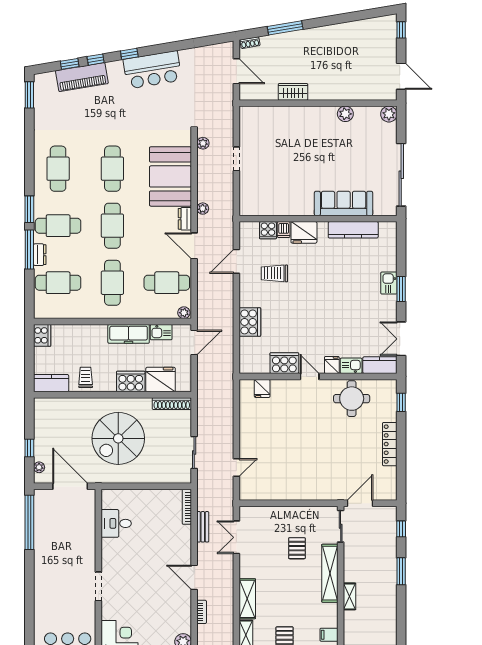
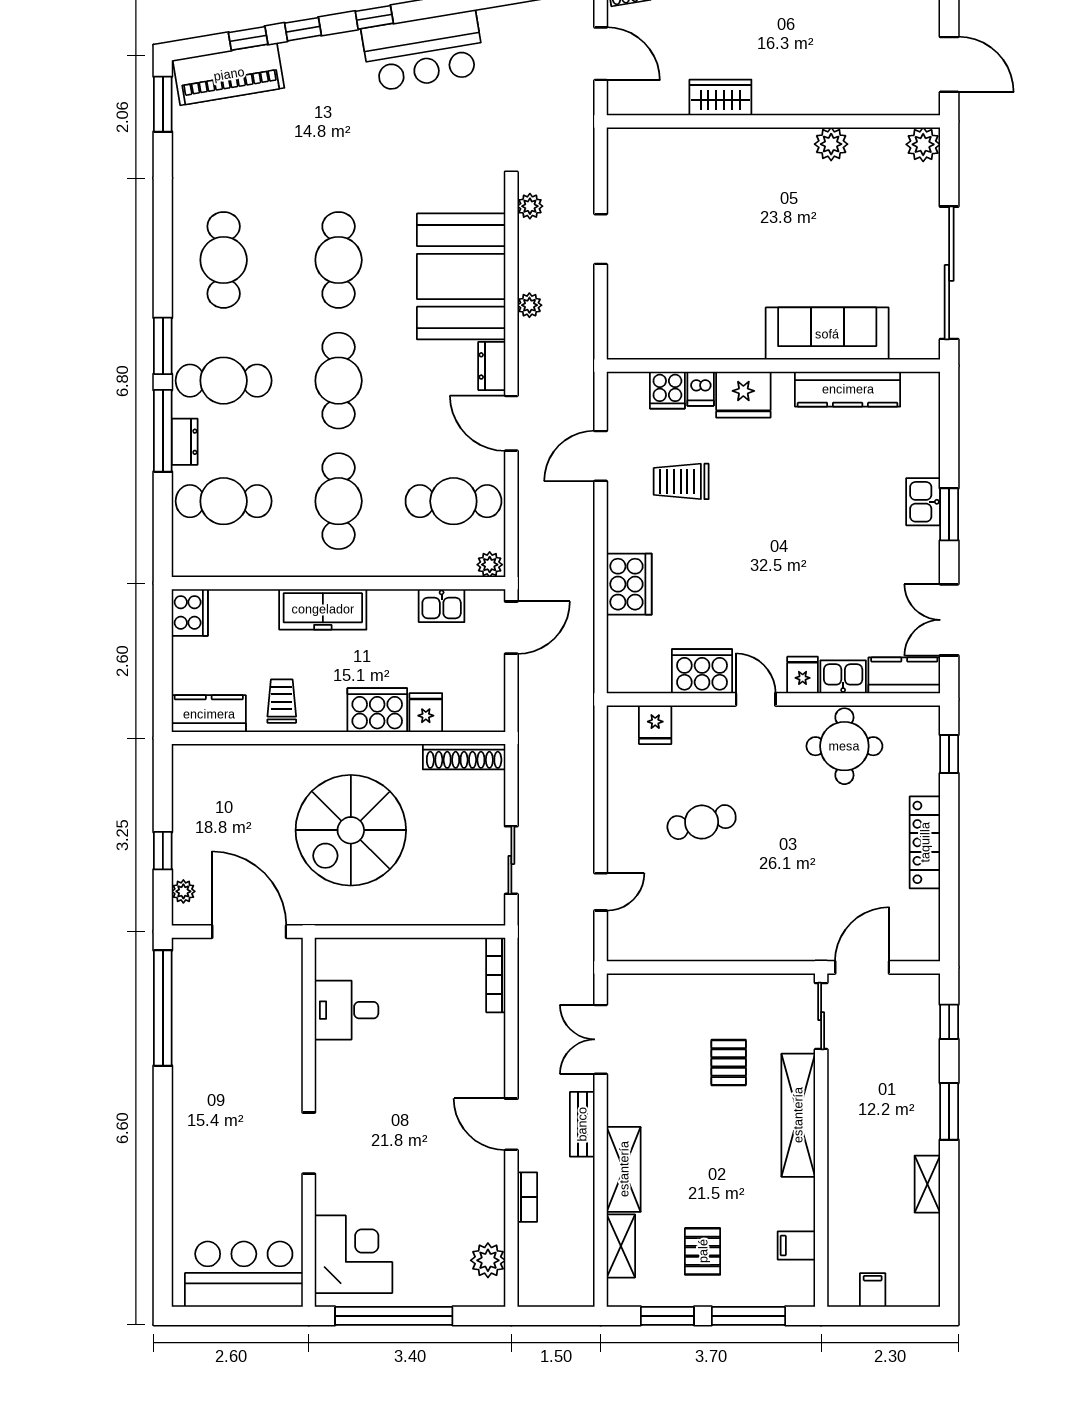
piano: (82, 77) -> (229, 74), moved
plant: (203, 209) -> (529, 305), moved
freezer: (129, 334) -> (323, 609), moved
fridge: (161, 380) -> (426, 713), width x0.53, depth x0.75
cafe table: (284, 434) -> (702, 822), added
bench: (203, 527) -> (582, 1124), moved
shelving: (350, 596) -> (927, 1184), moved

